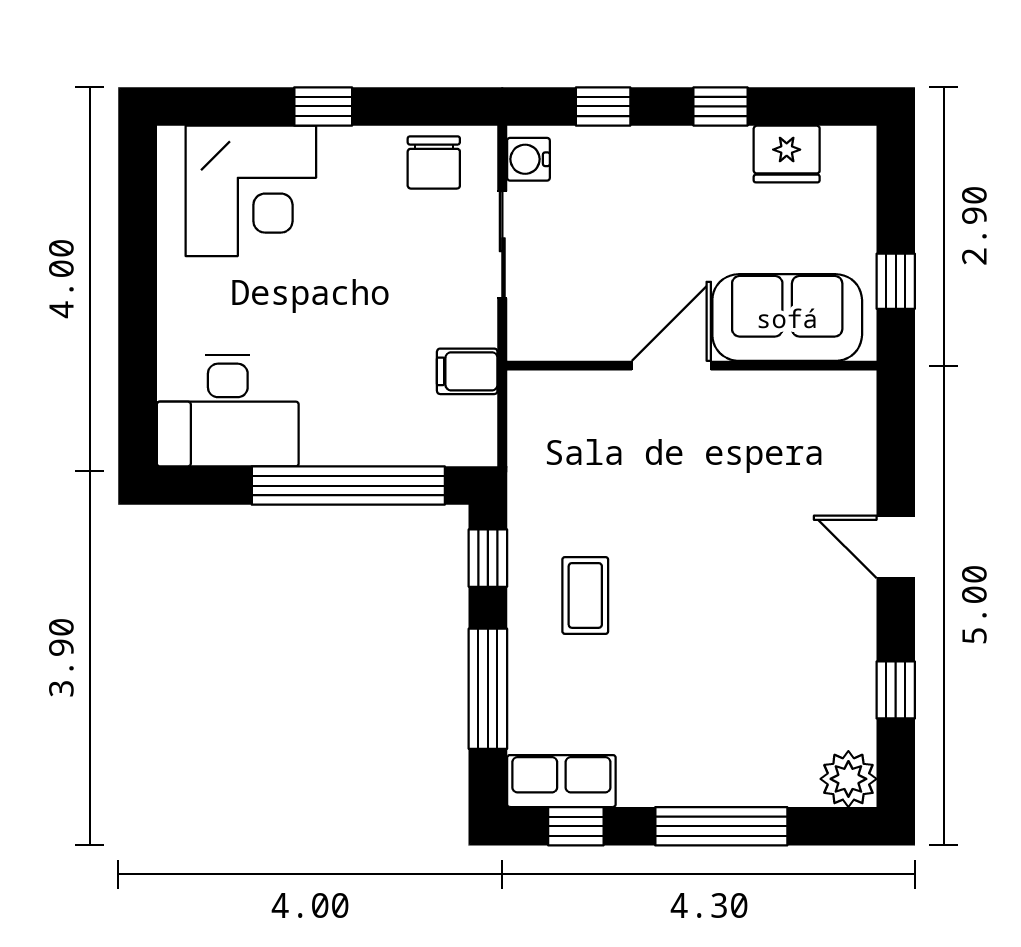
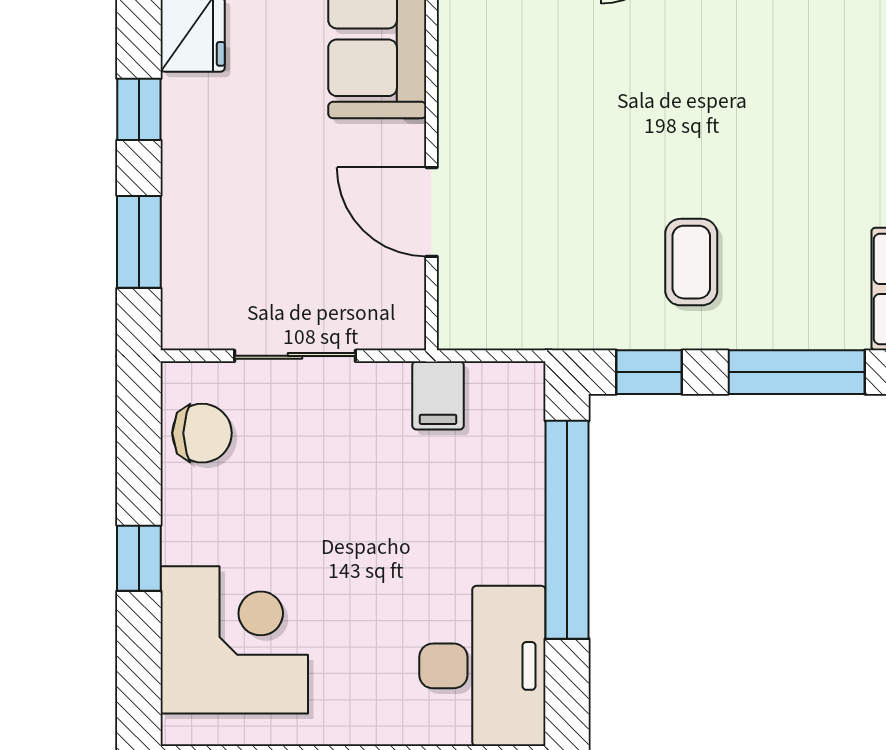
window: (603, 106) -> (139, 242), width x1.50
water cooler: (528, 159) -> (198, 326), removed
door: (671, 366) -> (432, 212), moved
coffee table: (585, 595) -> (691, 262), turned 90

